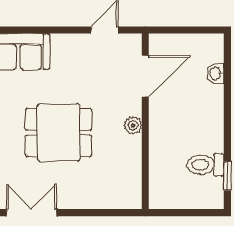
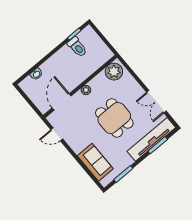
door: (145, 76) -> (62, 102), hinge flipped
plant: (126, 188) -> (114, 72), added

